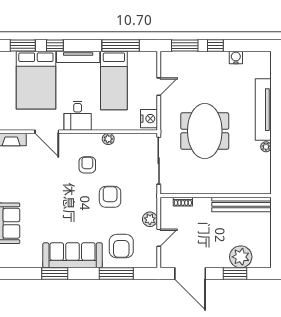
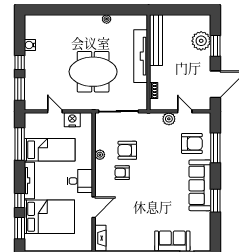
tv unit: (263, 110) -> (141, 56), moved, turned 90
nightstand: (149, 119) -> (72, 120), moved
armchair: (110, 197) -> (127, 150), moved

